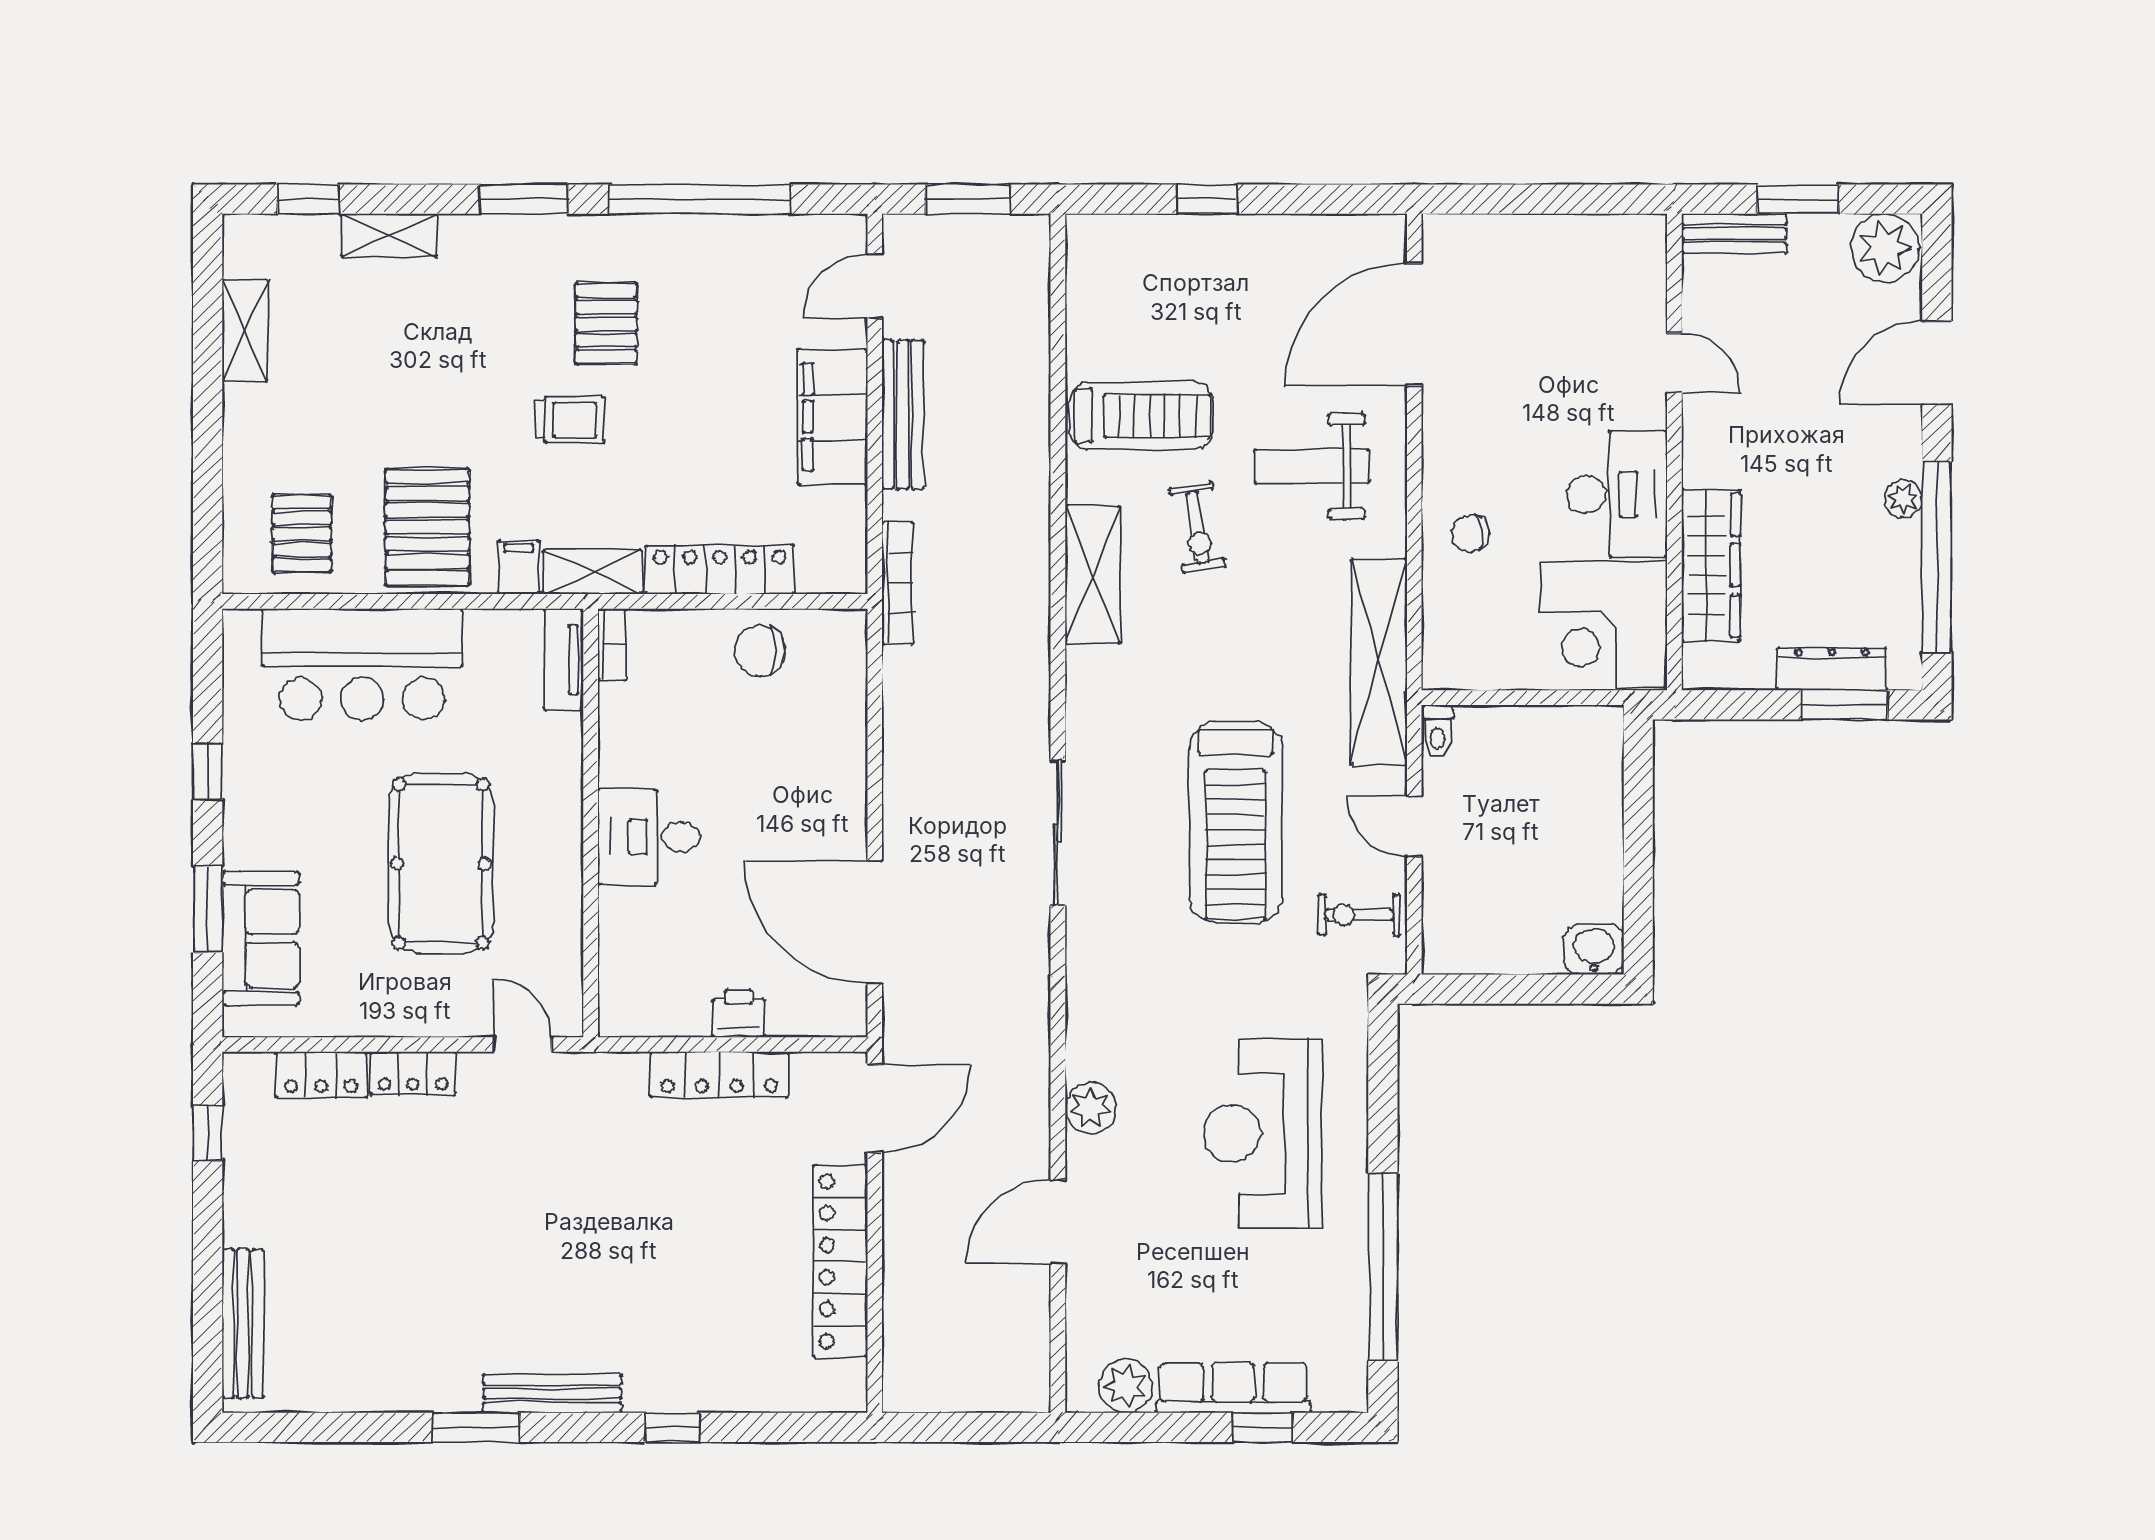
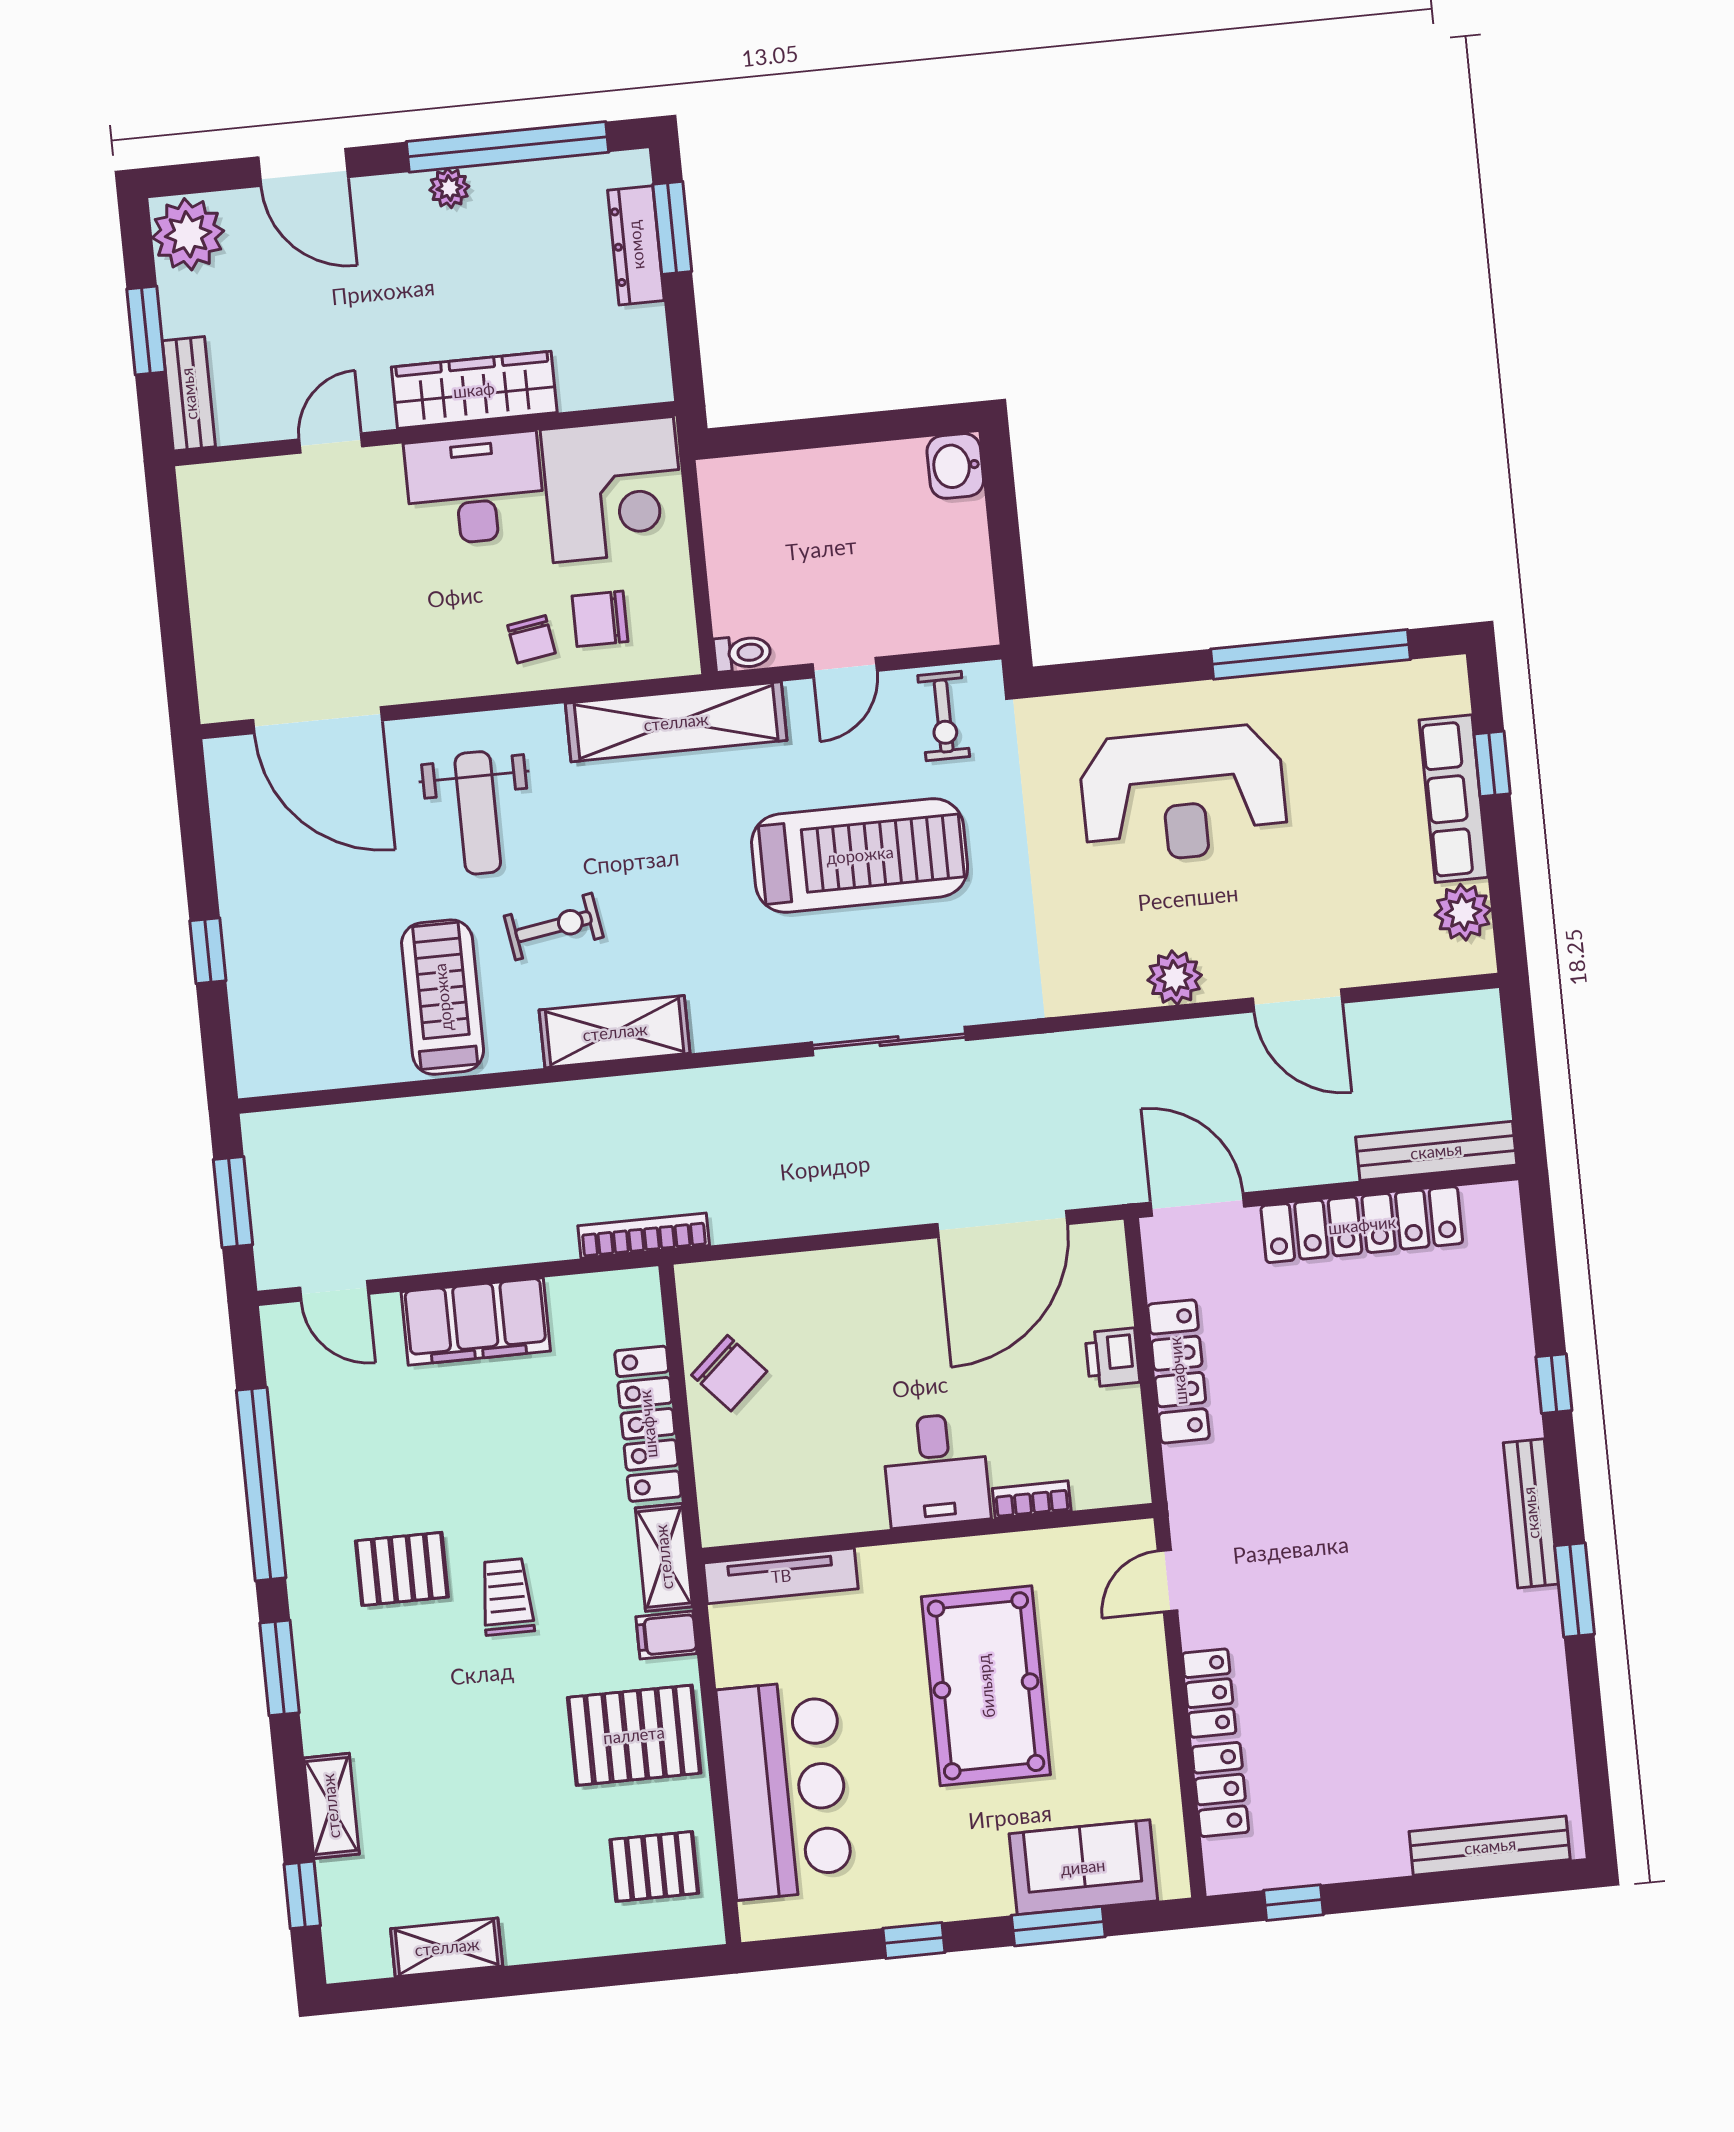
bench: (903, 414) -> (1436, 1151), moved
wardrobe: (1711, 565) -> (474, 390), moved
chair: (1483, 600) -> (600, 619), added
bookcase: (612, 645) -> (1032, 1500), moved
chair: (760, 651) -> (729, 1373), turned -42
tv unit: (564, 660) -> (781, 1576), width x1.41
pool table: (441, 864) -> (986, 1686), turned 90

